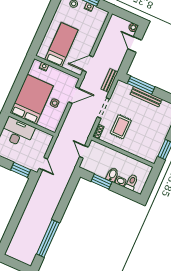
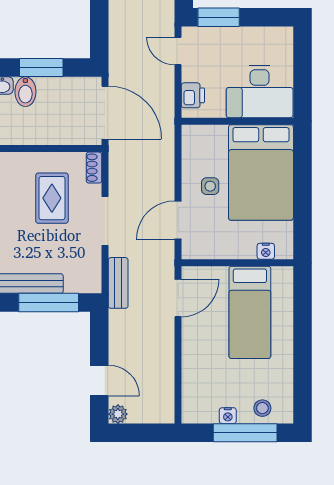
printer: (45, 143) -> (193, 95), added
door: (84, 152) -> (105, 113), width x1.88

